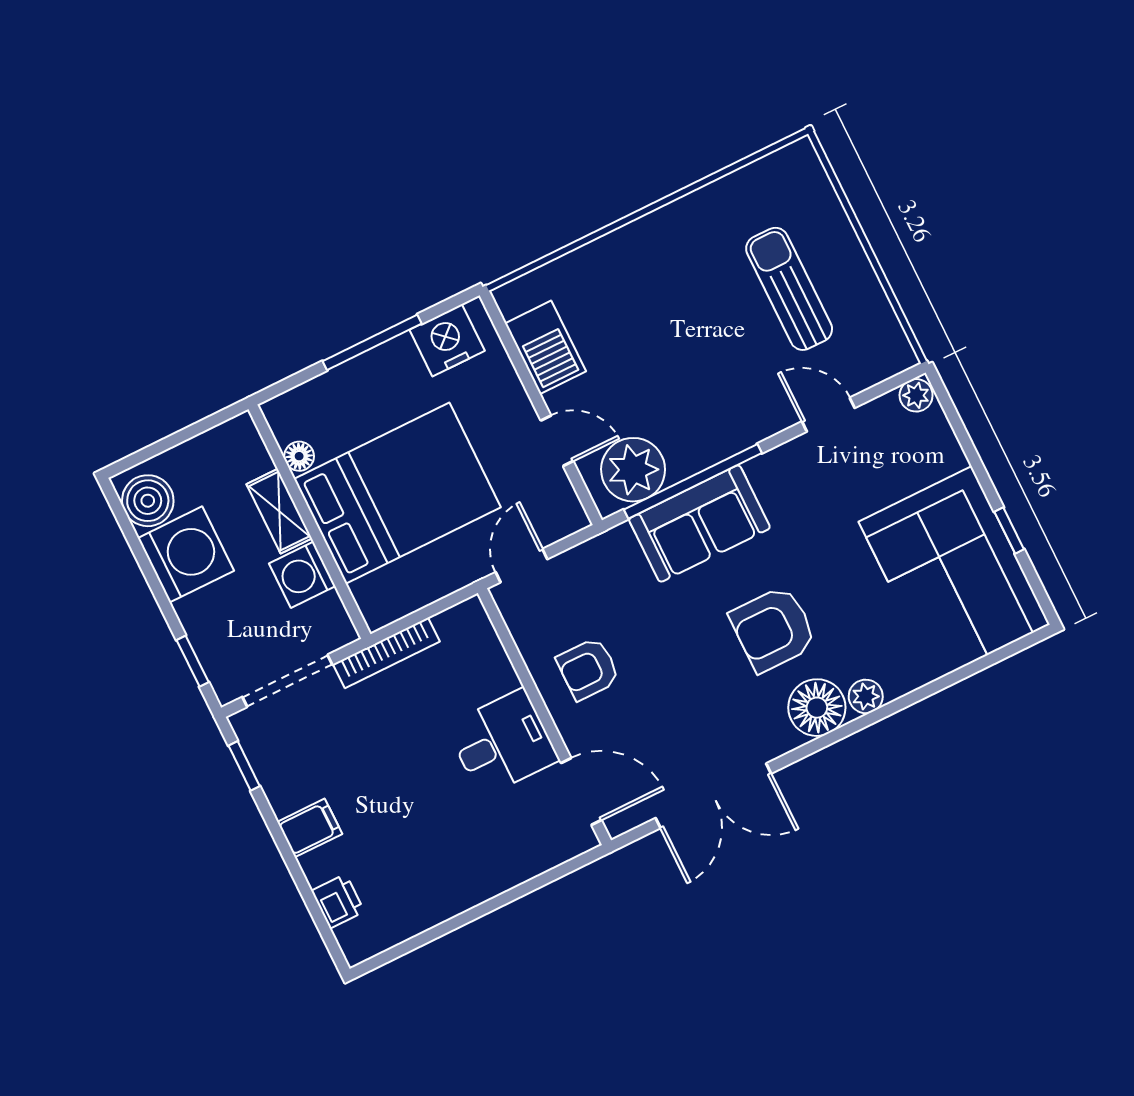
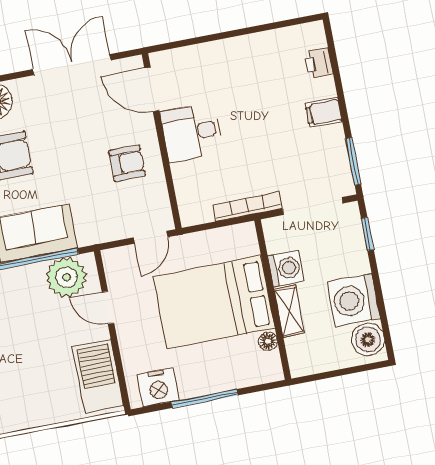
barbecue: (545, 347) -> (98, 376), width x1.37, depth x1.21
window: (244, 766) -> (353, 161), width x1.50

